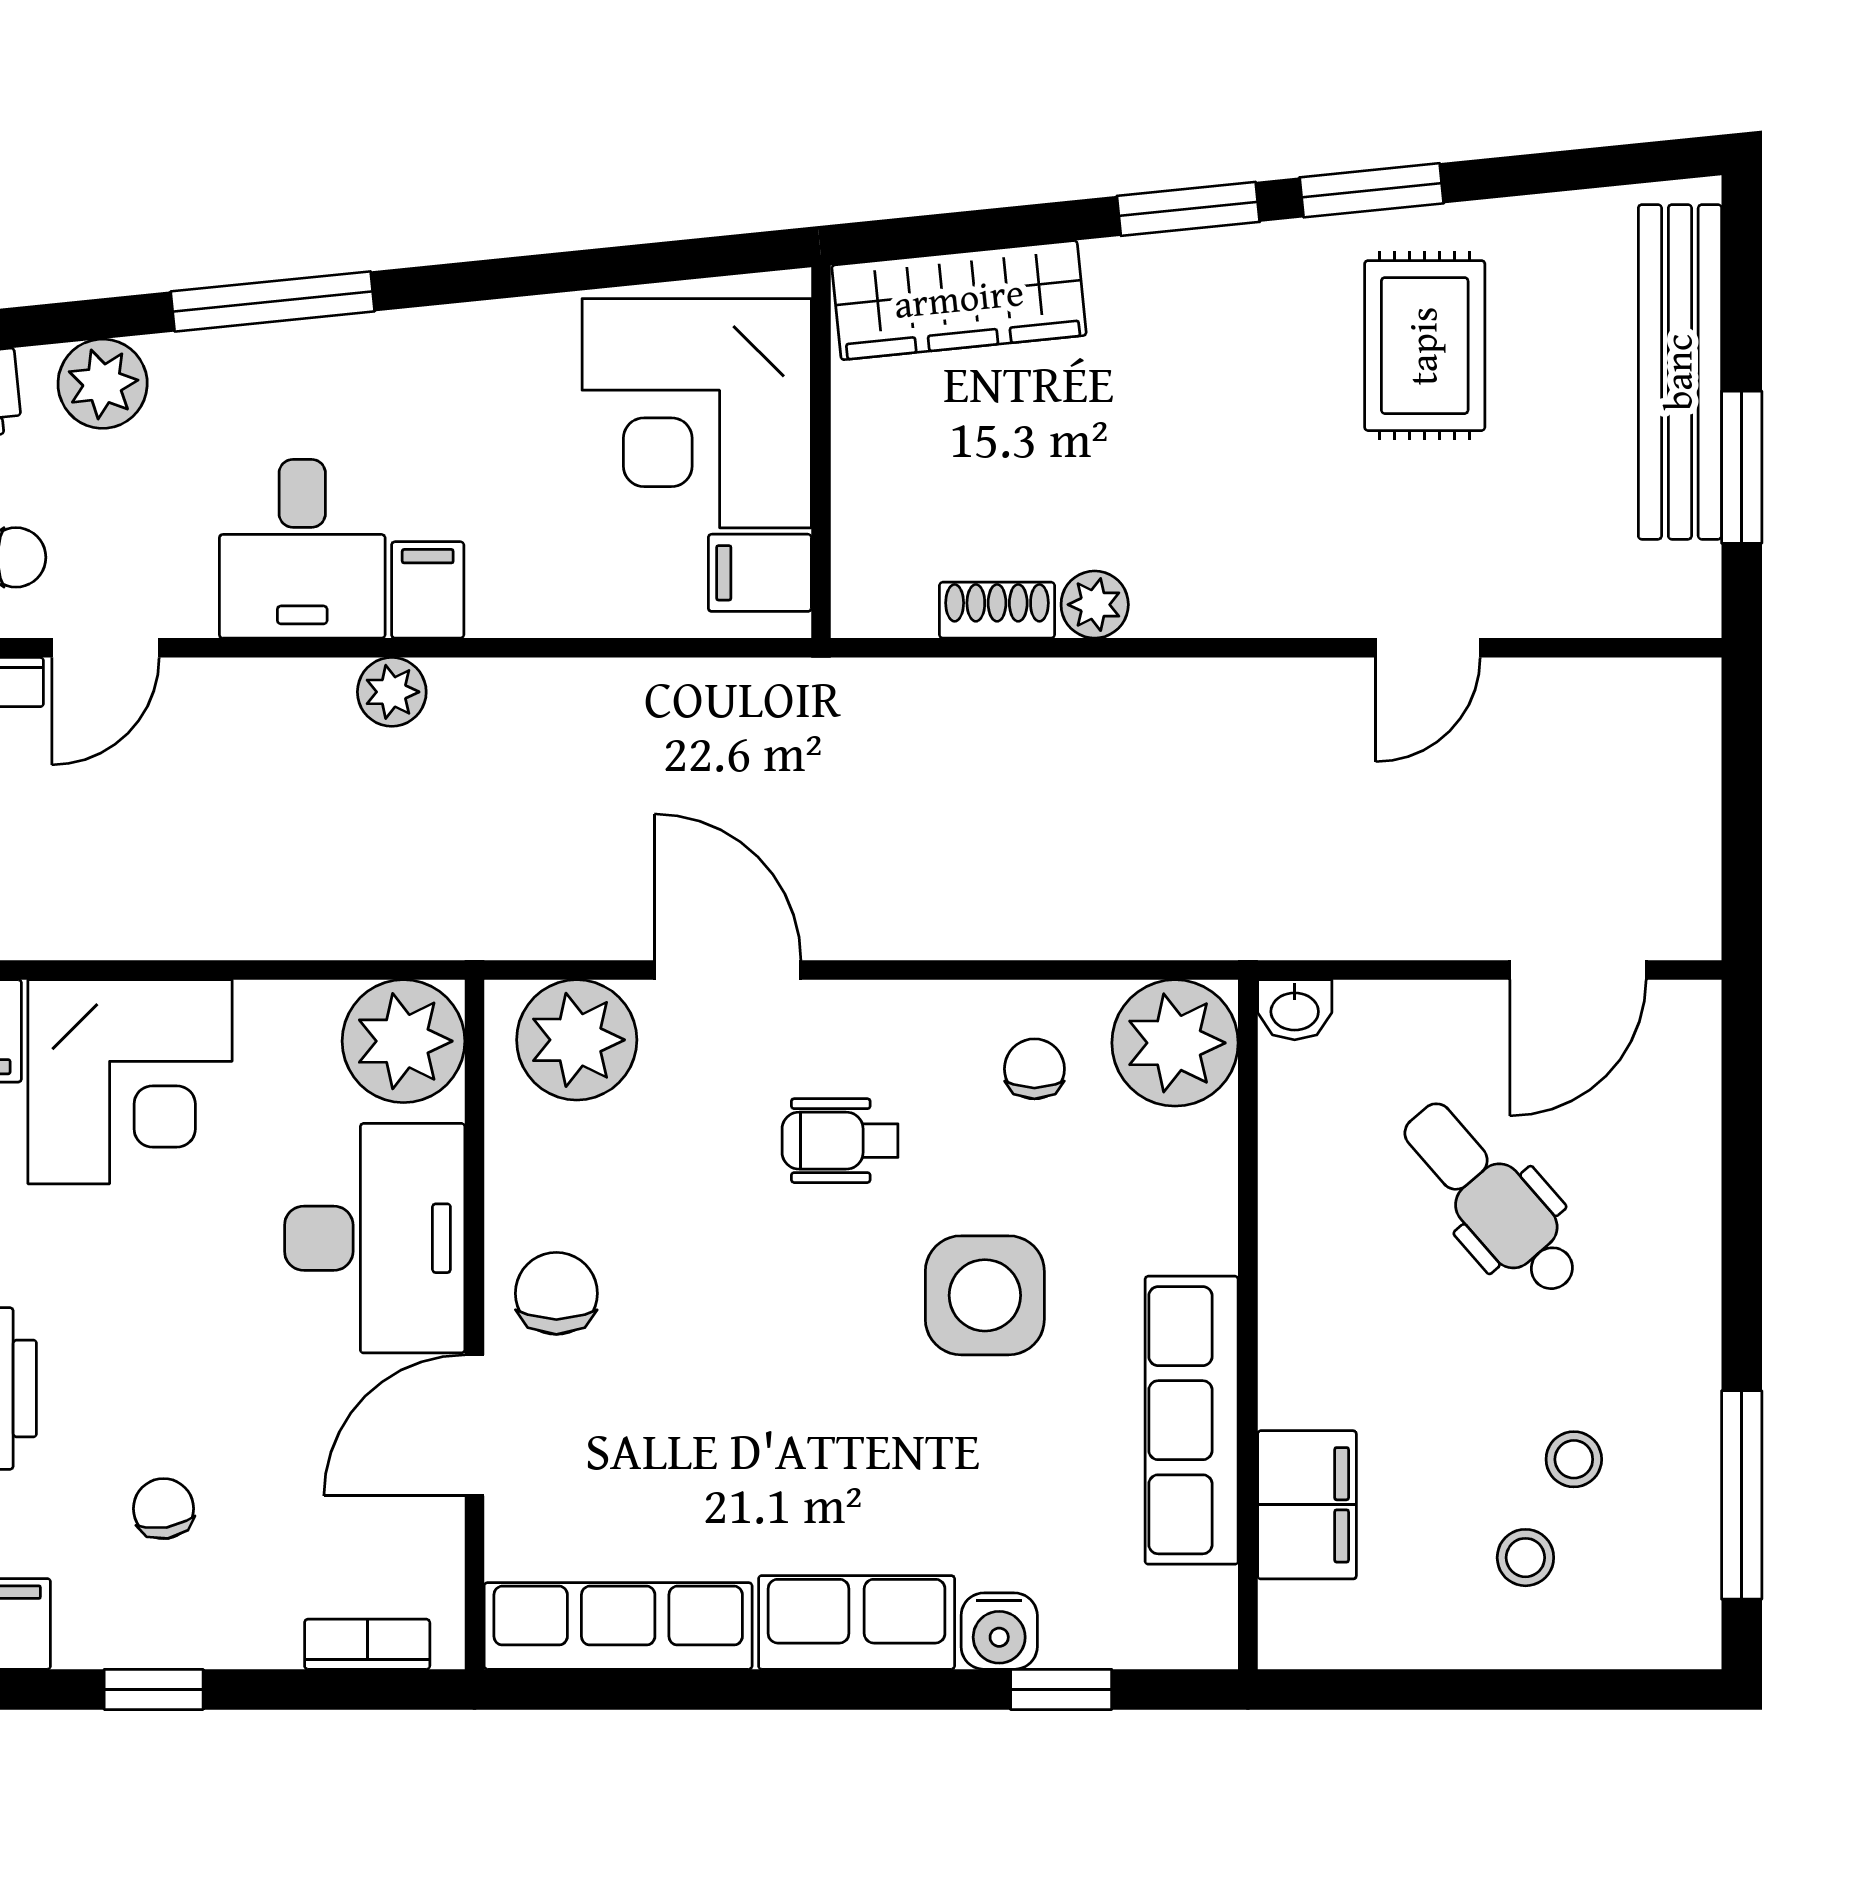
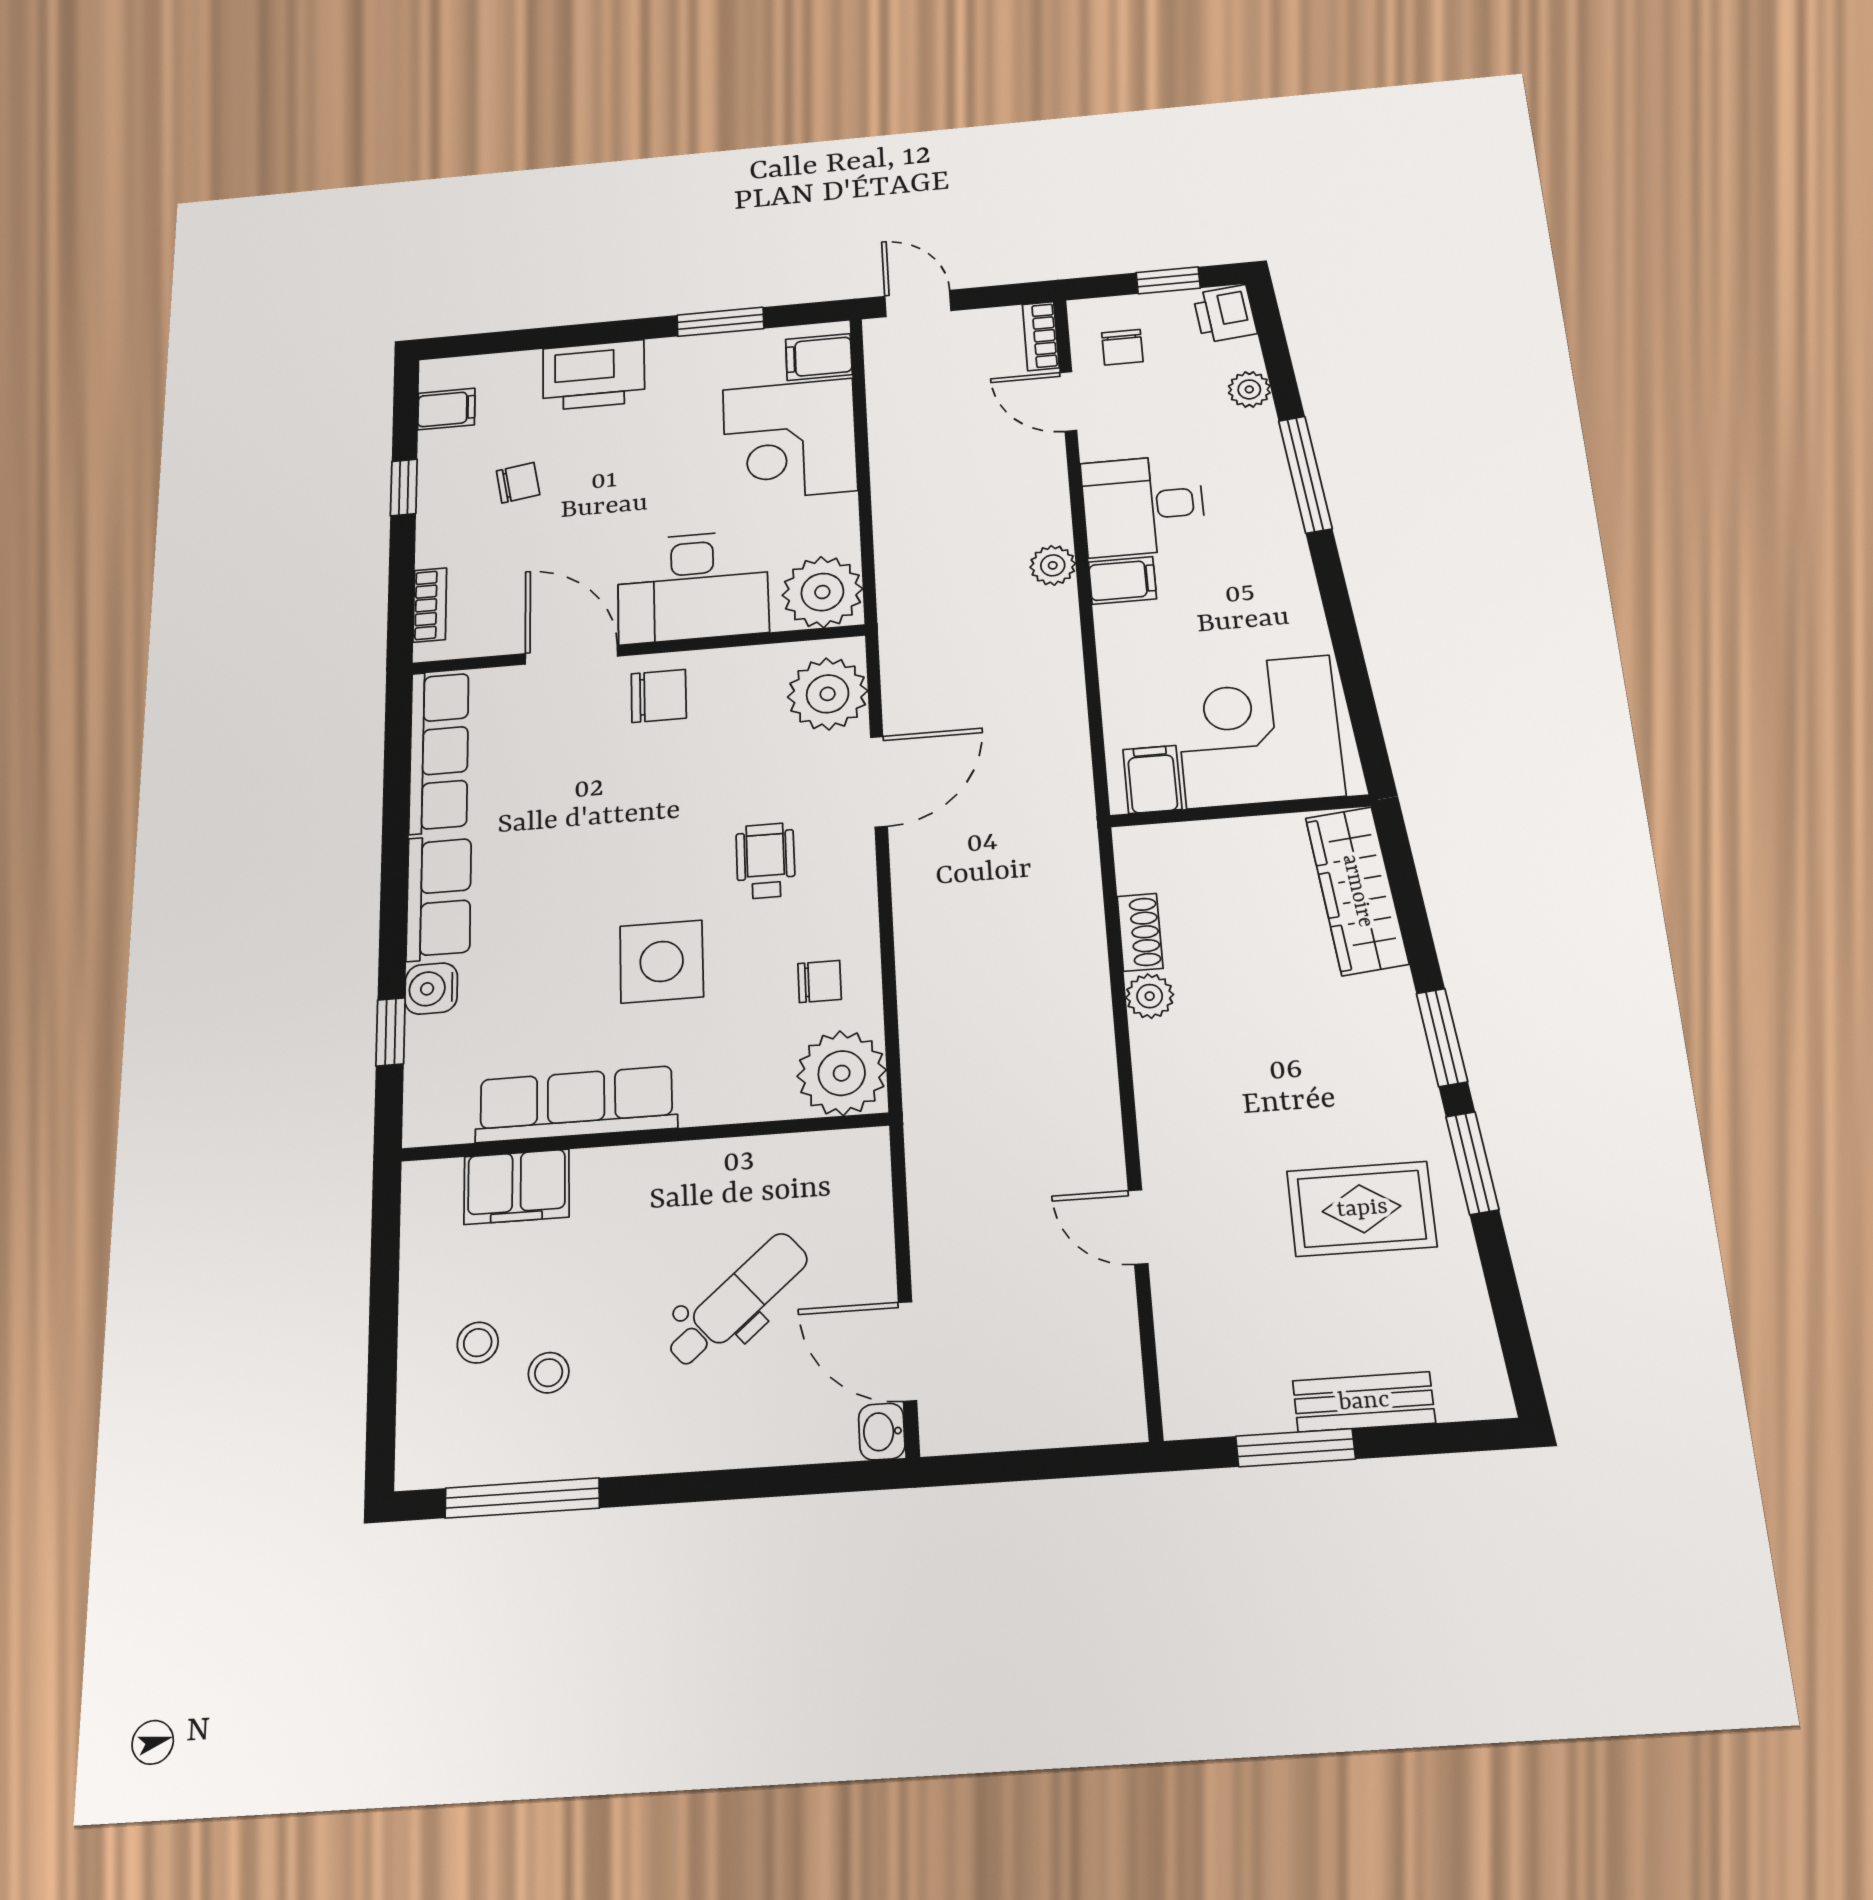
bench: (1680, 372) -> (1364, 1402), width x0.54, depth x0.82
plant: (103, 384) -> (1249, 389), width x0.73, depth x0.73
washbasin: (1295, 1010) -> (882, 1432), moved

